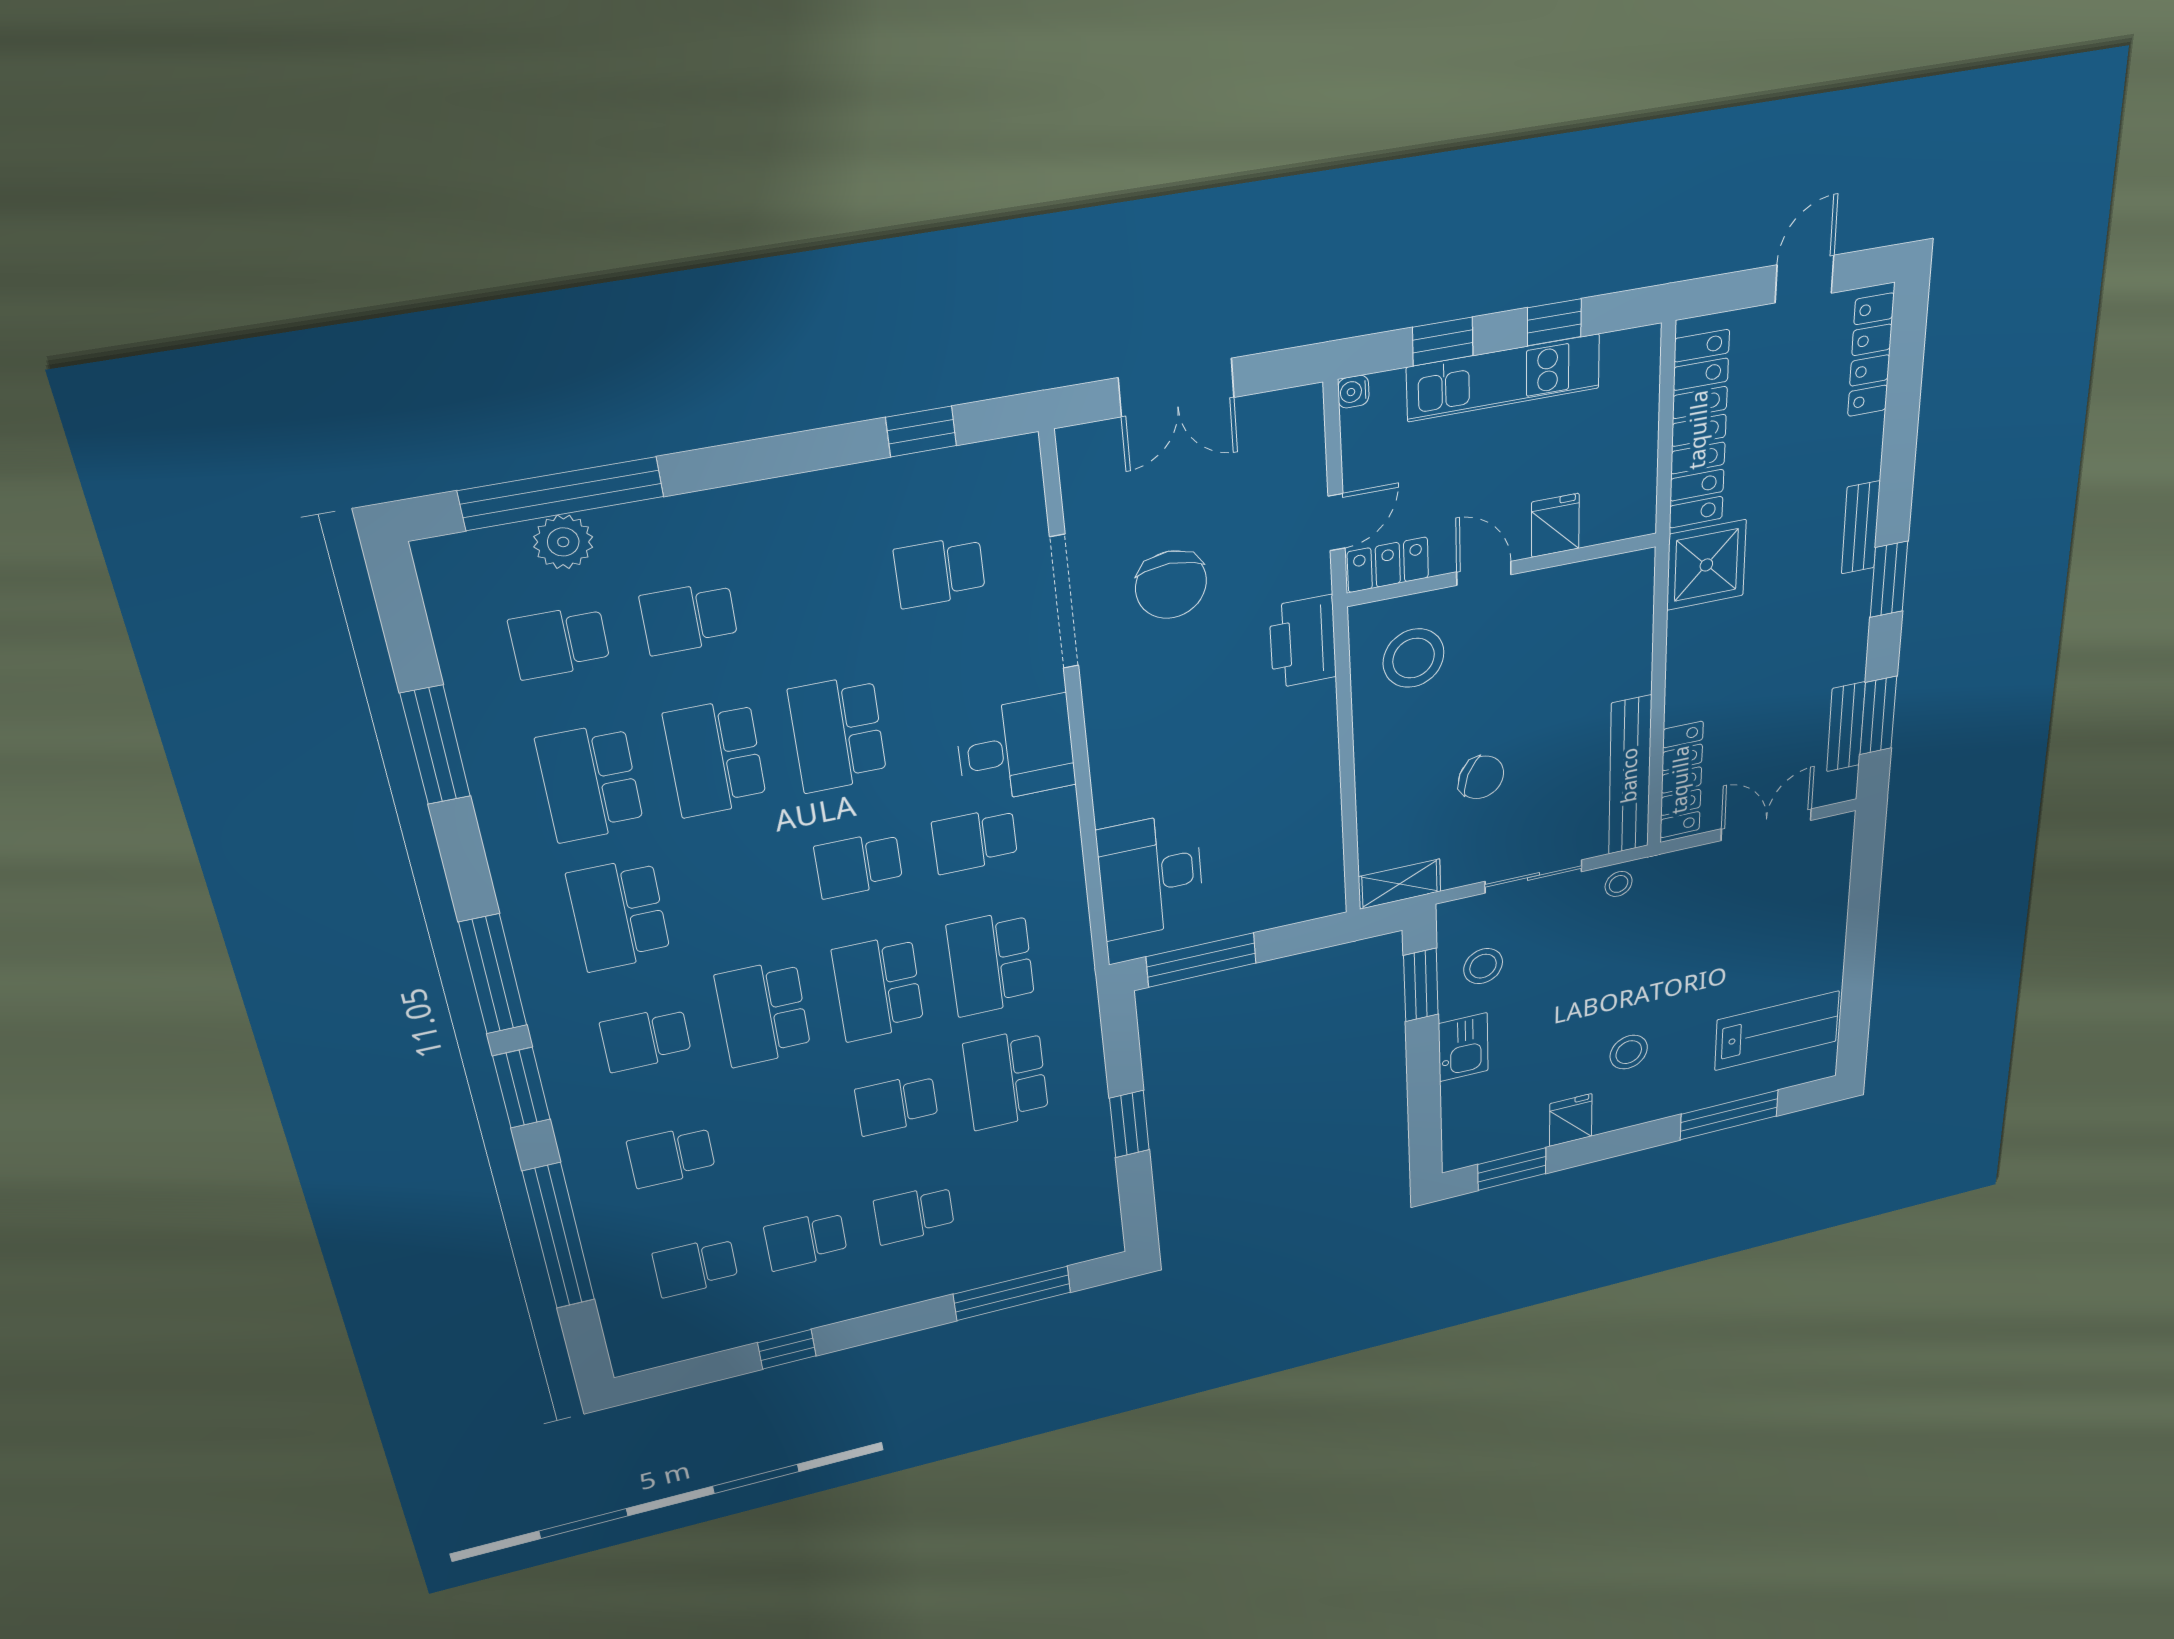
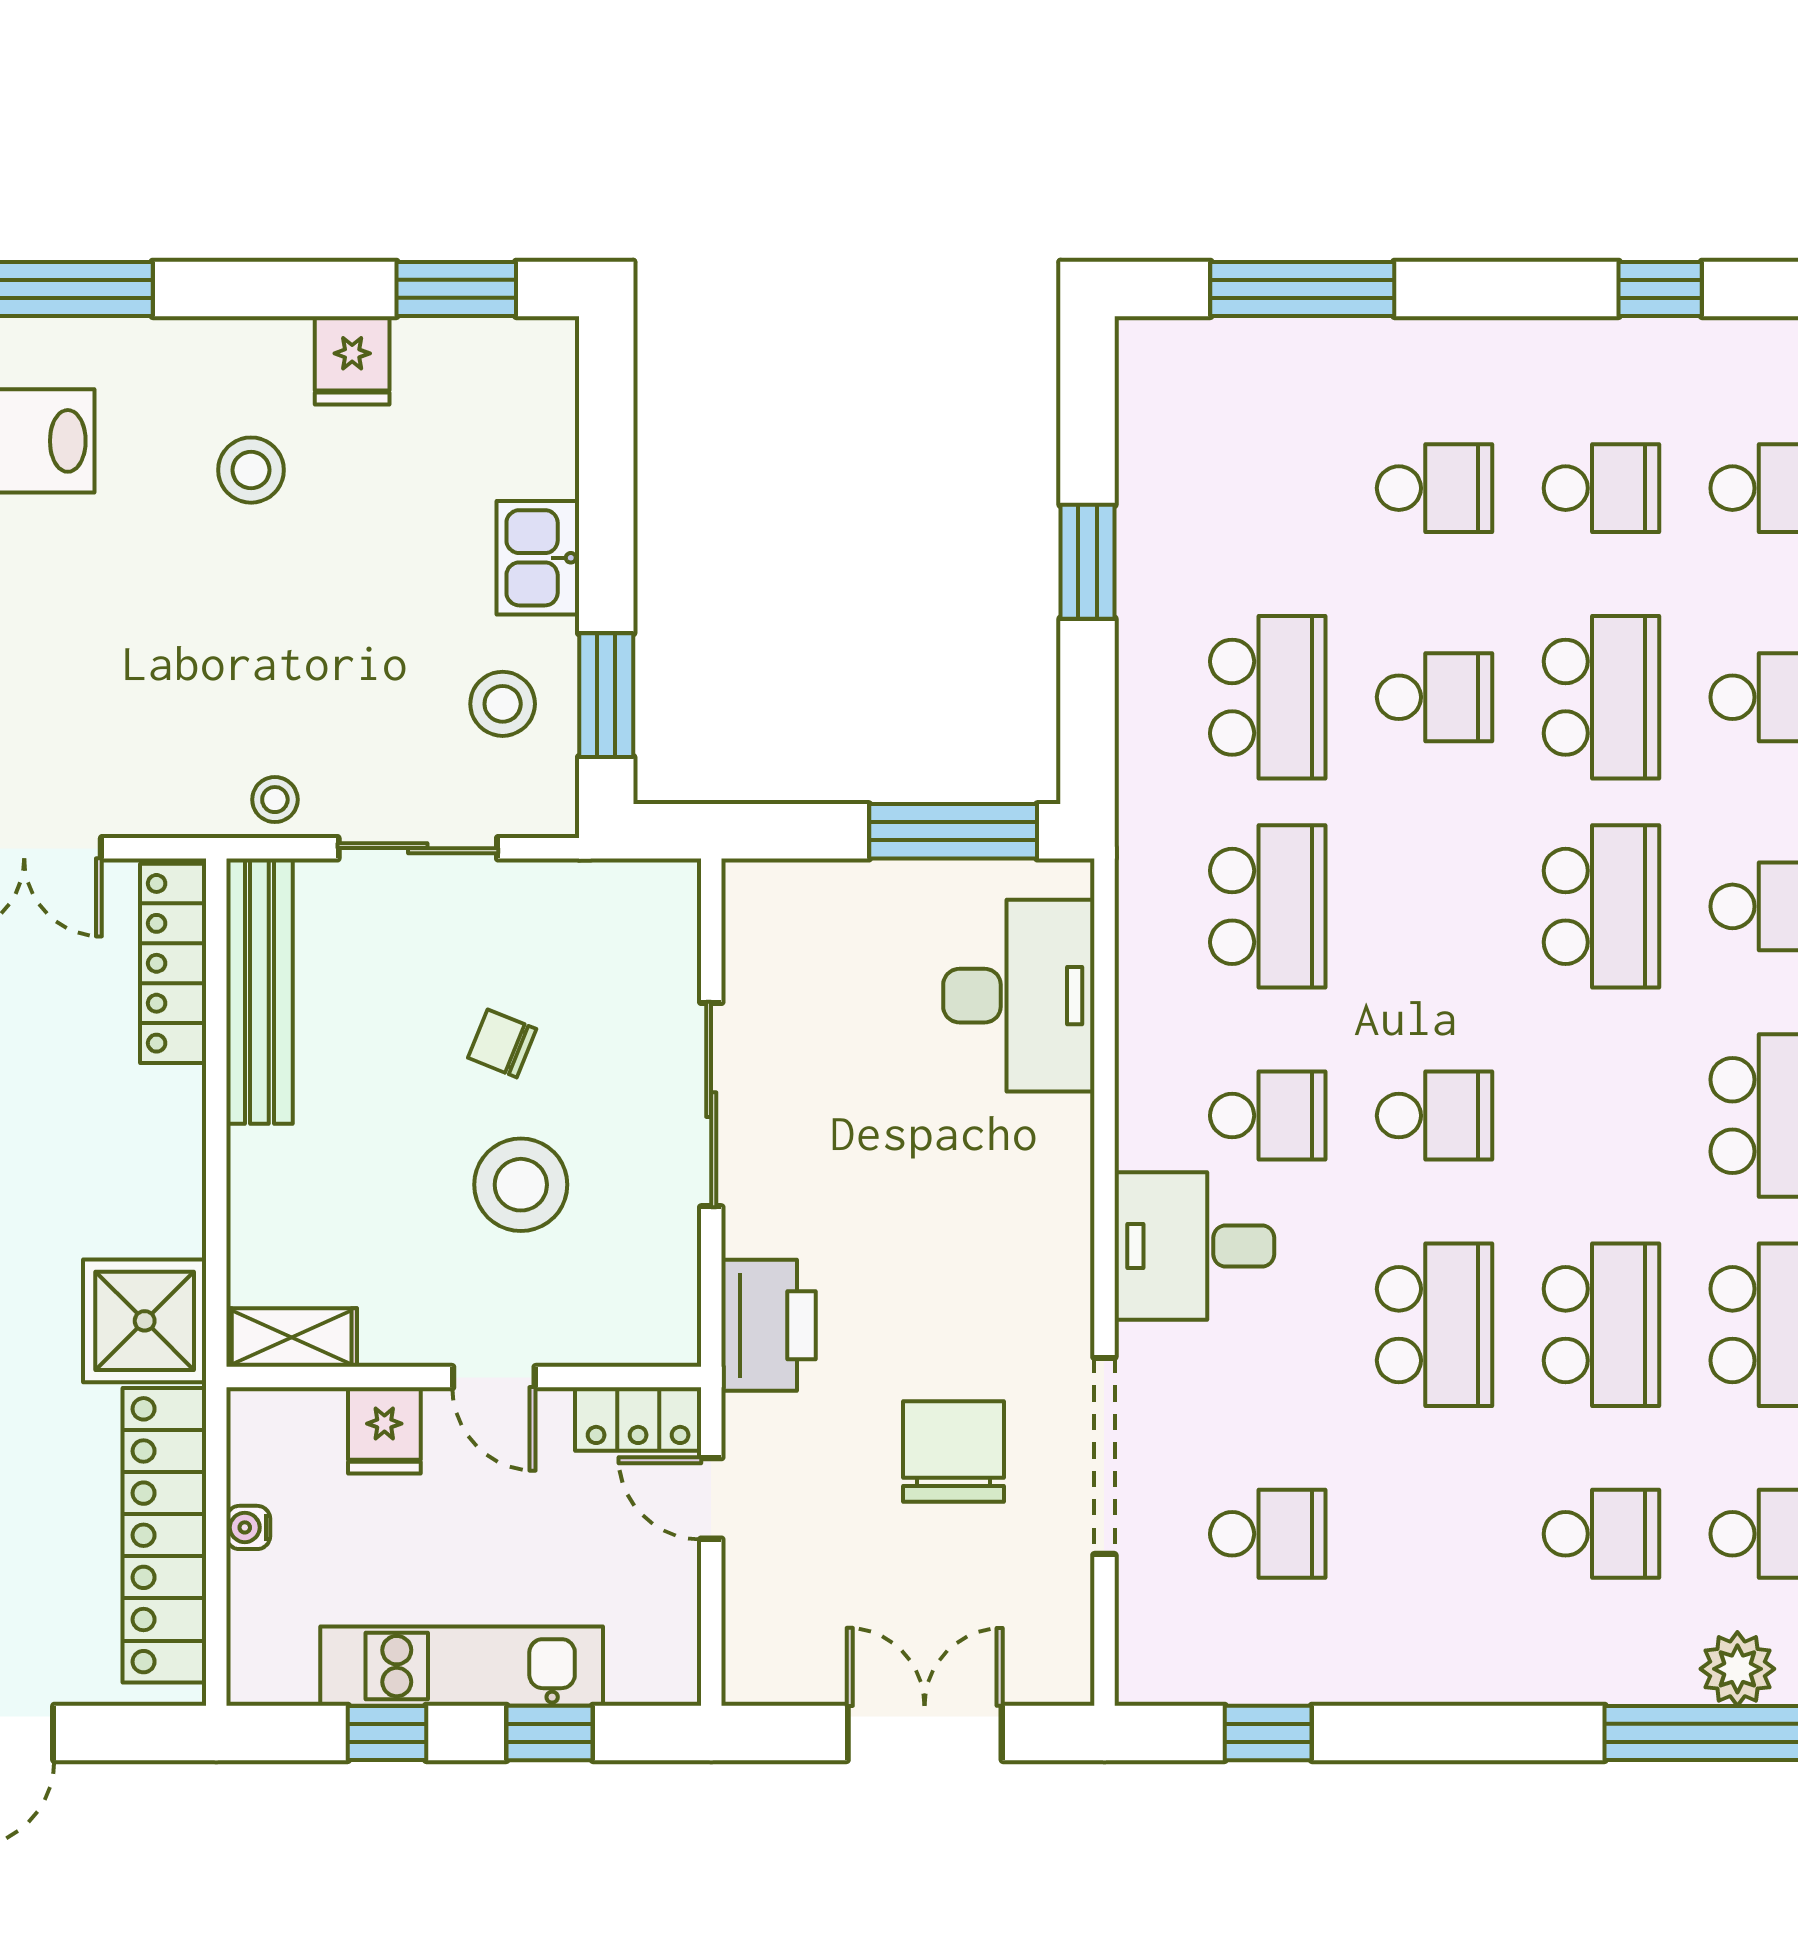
water cooler: (1353, 392) -> (248, 1527), moved, turned 180
door: (1336, 522) -> (711, 1498), hinge flipped
stool: (1414, 658) -> (521, 1185), moved
sliding door: (1347, 769) -> (711, 1105), added
chair: (1481, 777) -> (502, 1043), width x0.73, depth x0.73
shelving: (1400, 884) -> (292, 1338), moved
school desk: (878, 988) -> (1601, 697), moved

